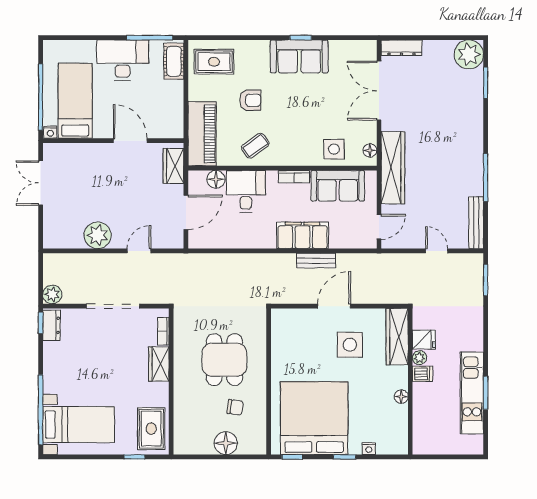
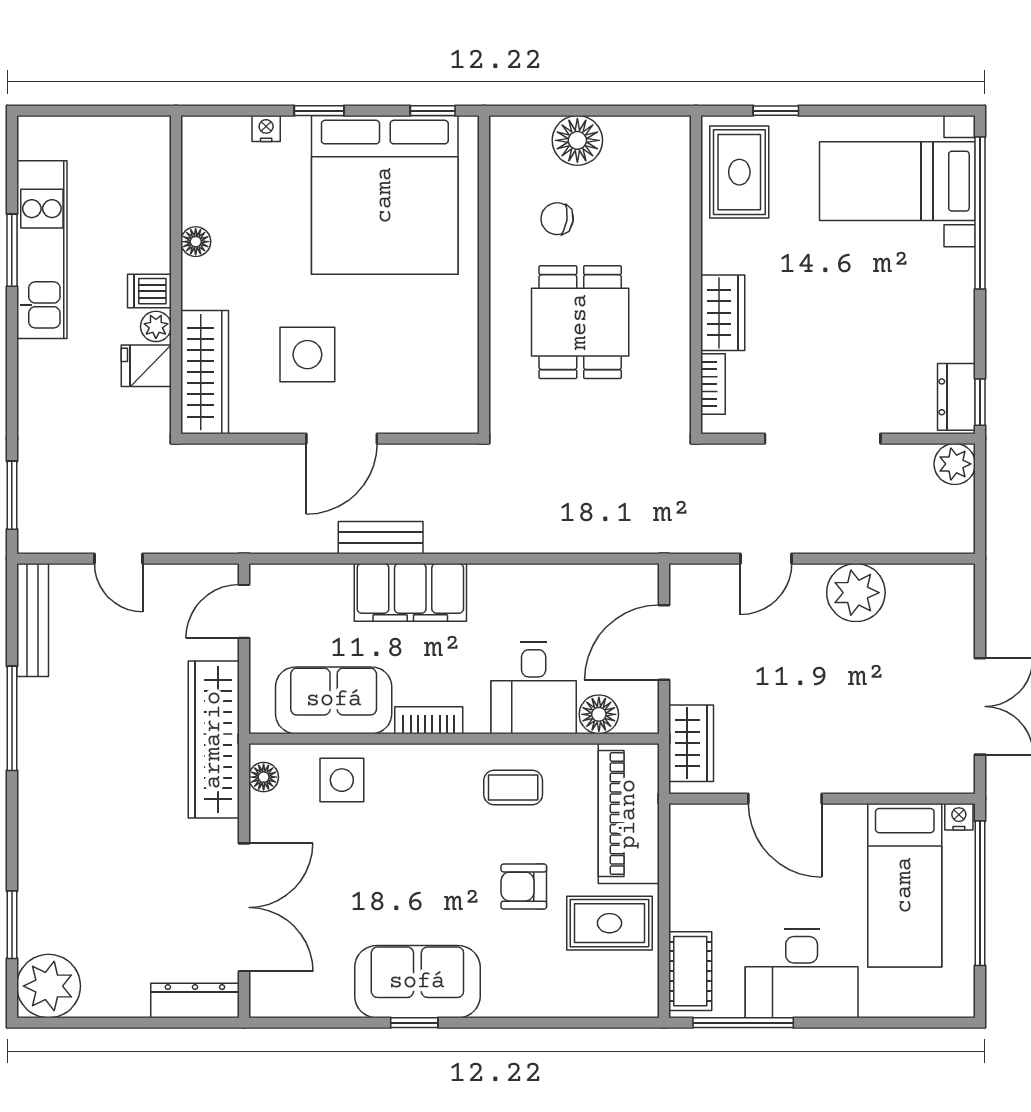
rug: (214, 62) -> (609, 923), moved
coffee table: (255, 146) -> (513, 788), turned 36

